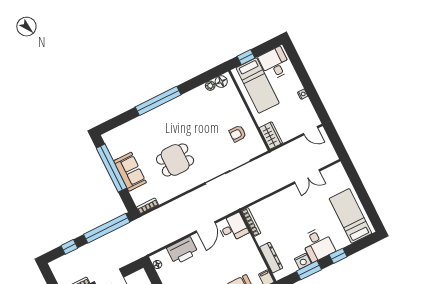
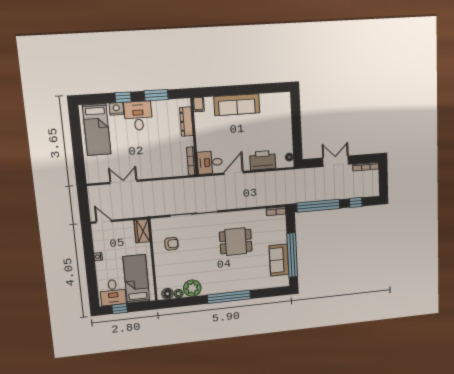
window: (246, 57) -> (120, 309), moved
plant: (199, 96) -> (192, 288), added
sofa: (130, 172) -> (279, 260), moved
nightstand: (303, 261) -> (116, 109), moved

